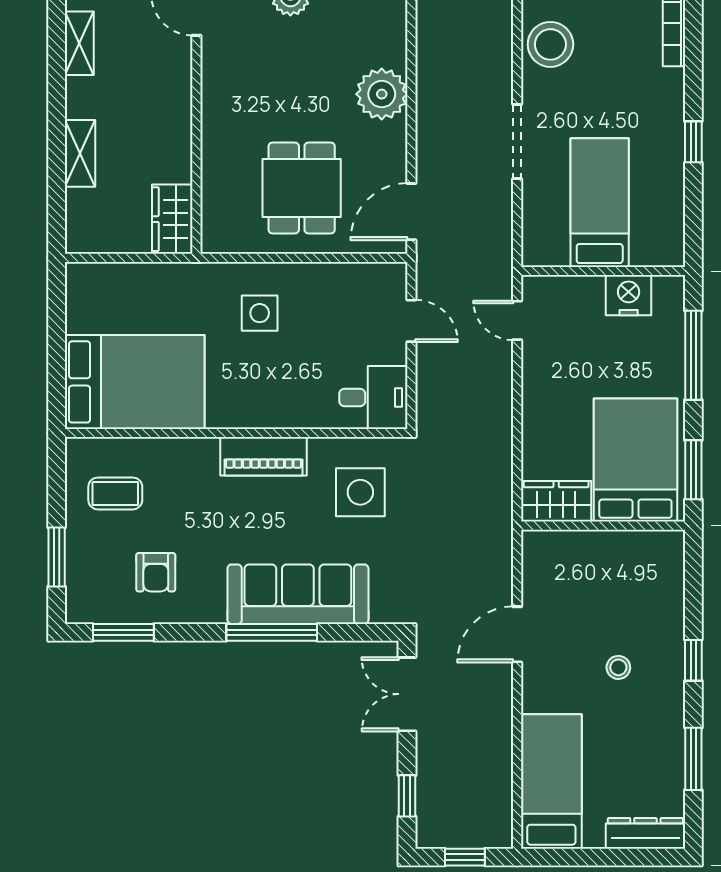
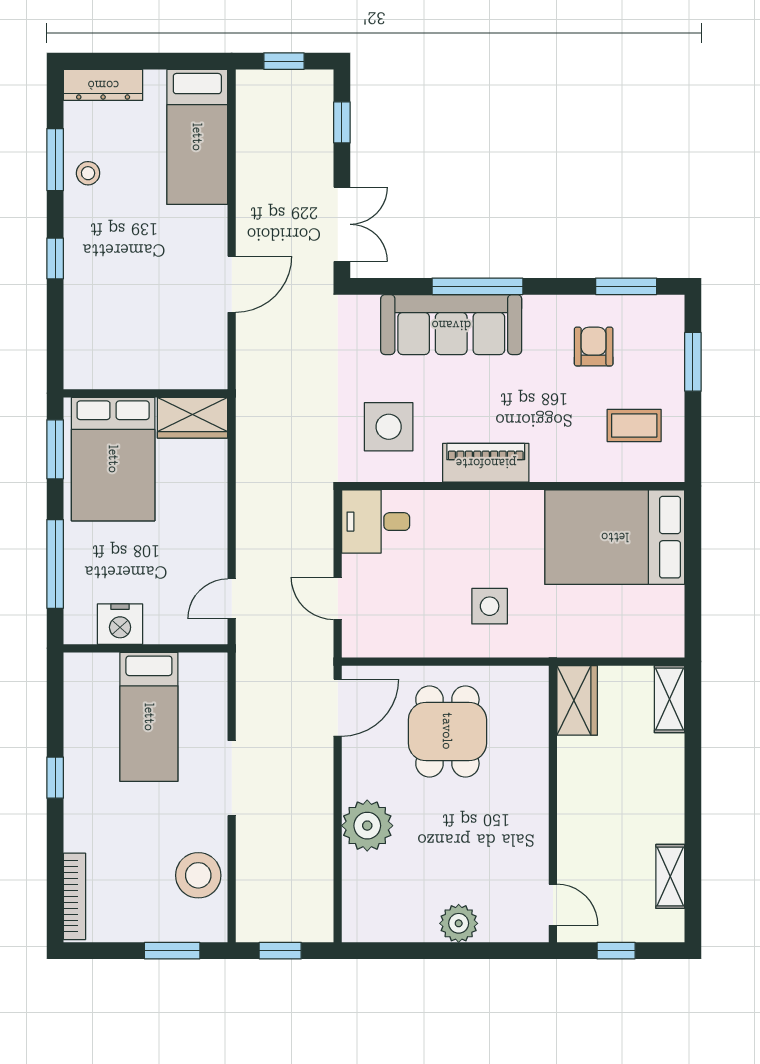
shelving: (80, 153) -> (670, 699), moved
door: (517, 320) -> (232, 599), swing flipped
stool: (618, 667) -> (88, 173), moved

